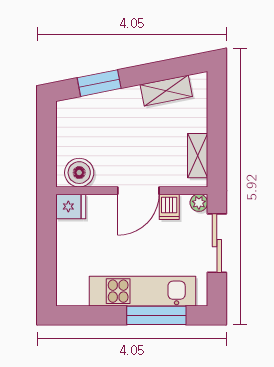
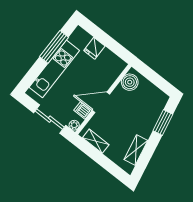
door: (138, 191) -> (101, 102), hinge flipped
fridge: (71, 206) -> (94, 48), moved
window: (156, 315) -> (54, 47), moved

